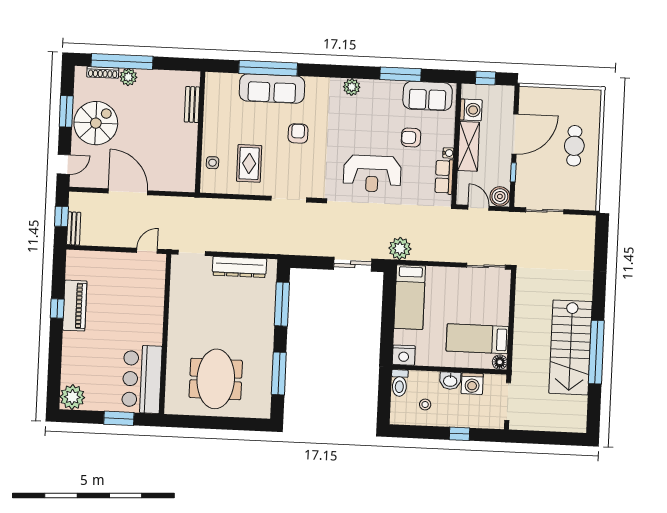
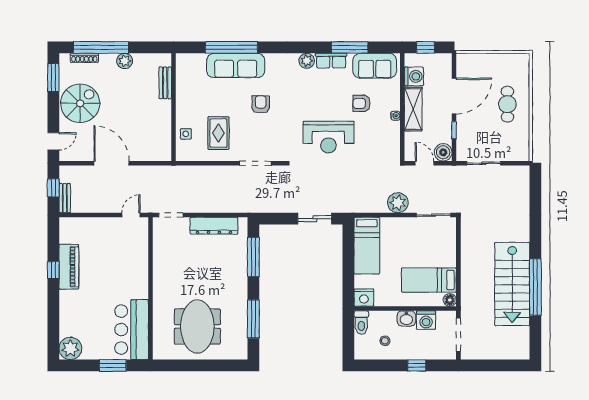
plant: (128, 77) -> (125, 61), moved
window: (66, 111) -> (53, 77), moved
row of seats: (444, 177) -> (331, 61), moved, turned -90
plant: (400, 248) -> (398, 203), moved

